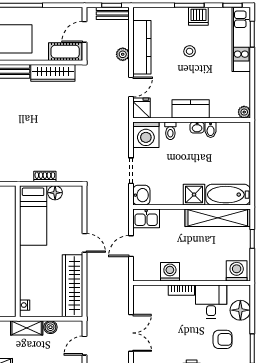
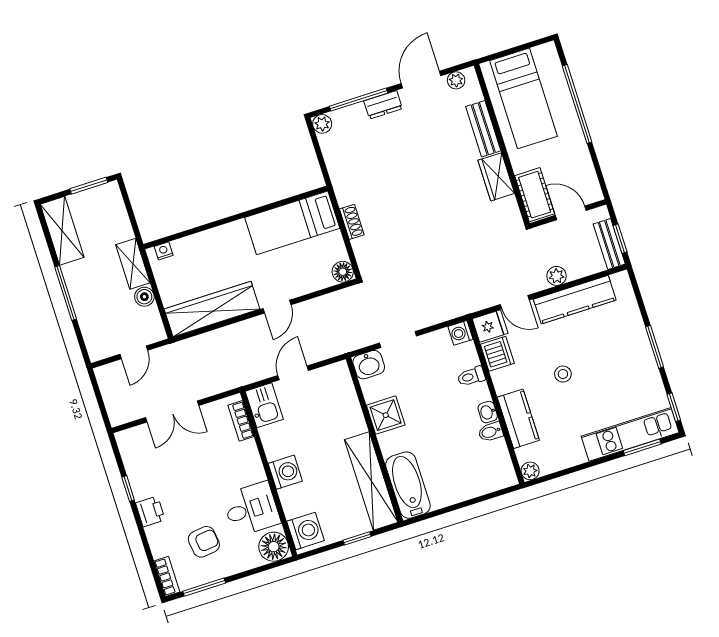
dishwasher: (198, 16) -> (497, 354), moved, turned 180
stool: (190, 51) -> (563, 374), moved
wardrobe: (53, 73) -> (496, 177), width x0.67
kitchen counter: (191, 109) -> (518, 419), moved
washing machine: (146, 135) -> (460, 333), width x0.53, depth x0.53
floor lamp: (55, 193) -> (343, 272), moved
shower: (194, 195) -> (386, 415), moved
kitchen sink: (146, 218) -> (264, 405), moved, turned 180
door: (131, 246) -> (293, 373), hinge flipped
washing machine: (170, 272) -> (285, 472), moved
bookcase: (181, 290) -> (241, 421), moved
floor lamp: (240, 310) -> (274, 547), moved
armchair: (223, 339) -> (204, 542), turned -97
door: (85, 346) -> (134, 352), swing flipped

